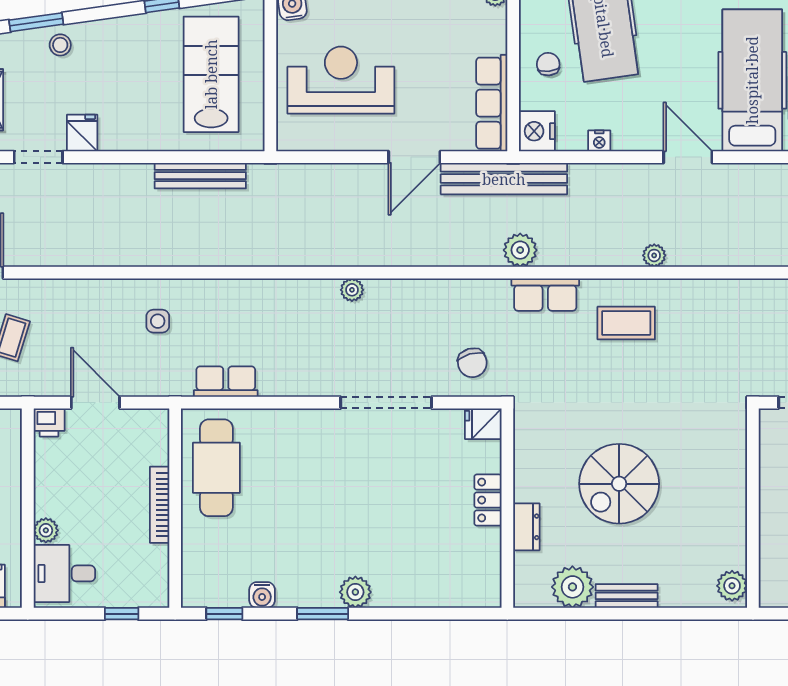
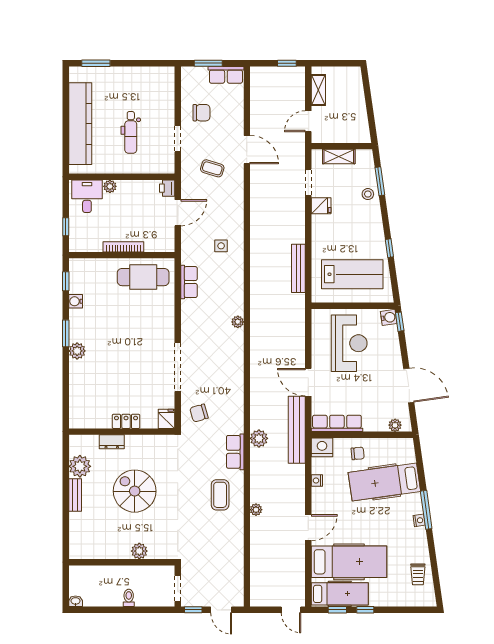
plant: (352, 290) -> (238, 322), moved
plant: (732, 586) -> (139, 551), moved

